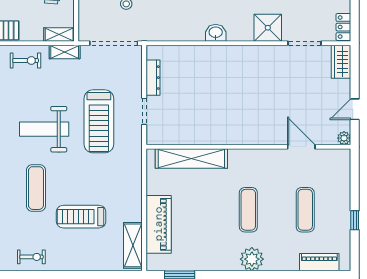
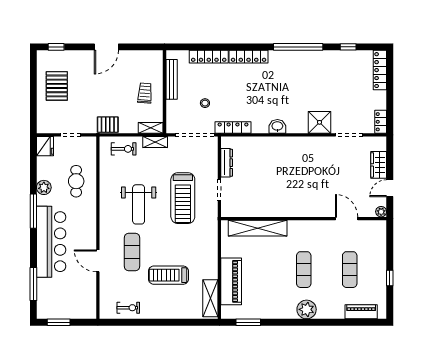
locker: (161, 34) -> (233, 127), added
wardrobe: (341, 62) -> (379, 165), moved
weight bench: (44, 129) -> (139, 204), turned -90

